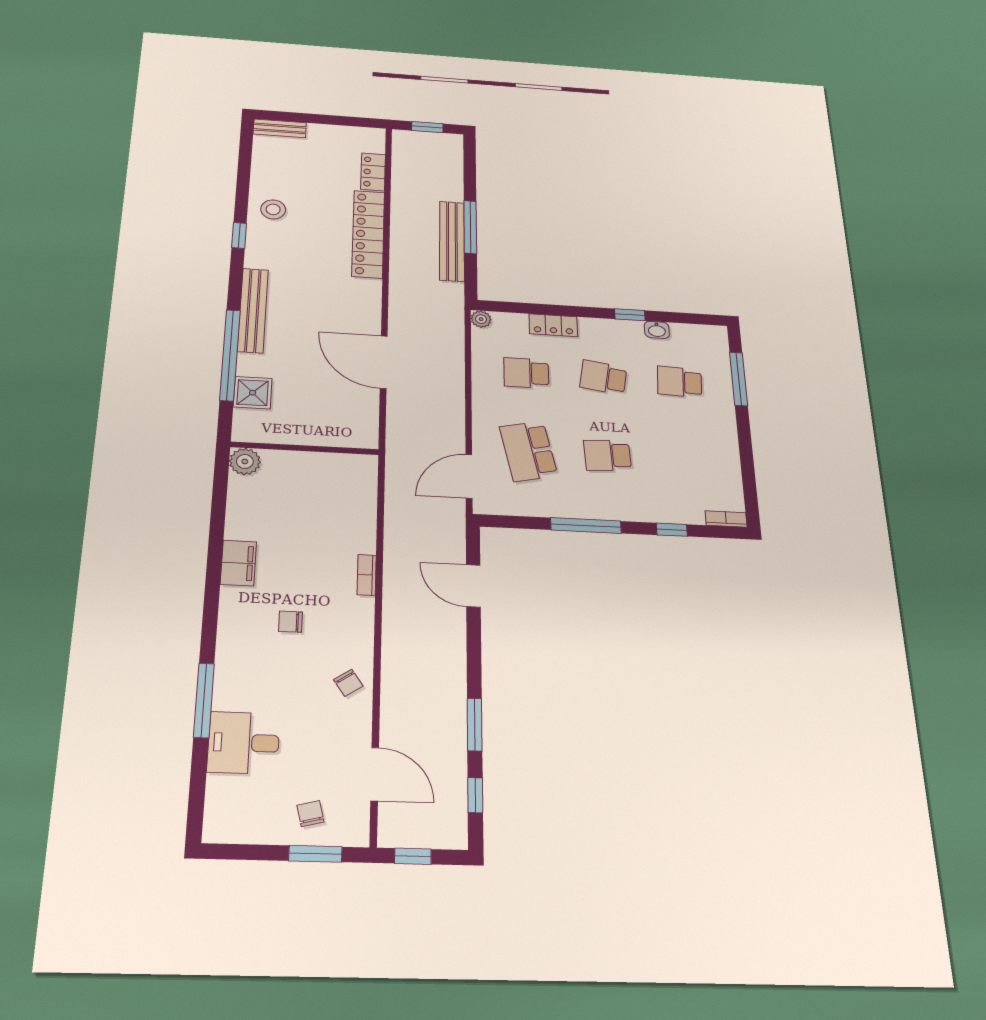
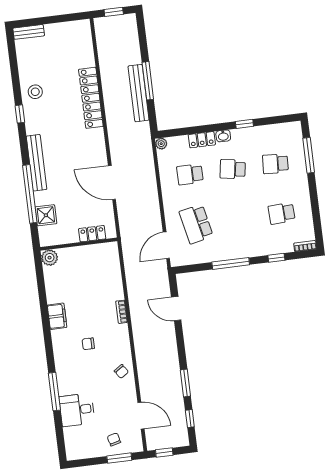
locker: (373, 172) -> (92, 234), moved, turned 90
washbasin: (657, 330) -> (223, 136), moved
school desk: (608, 455) -> (282, 213), moved

